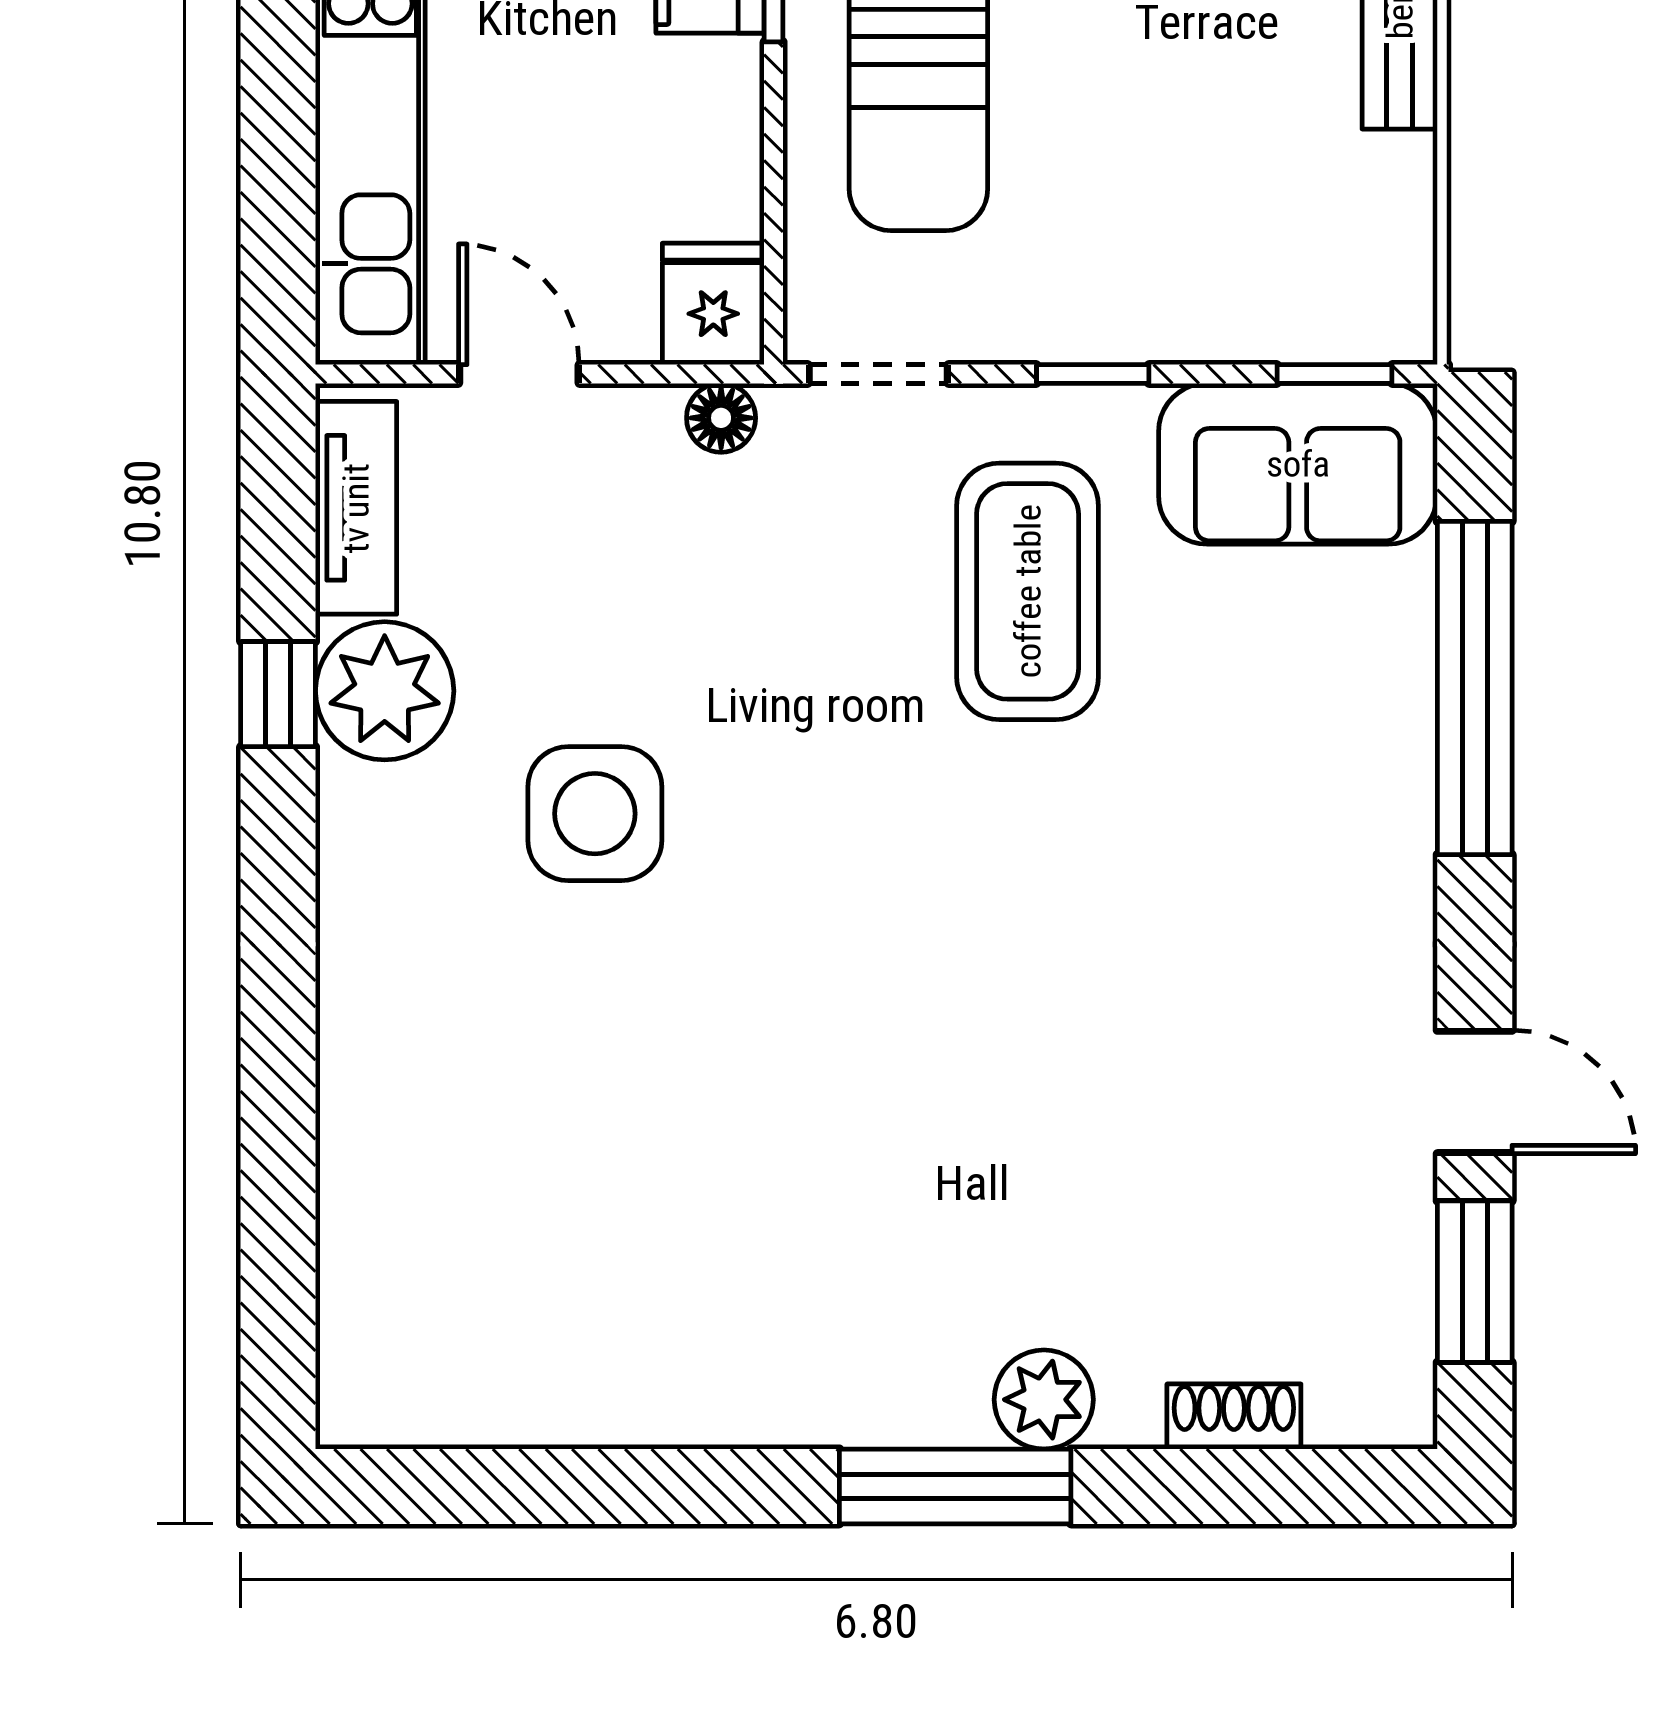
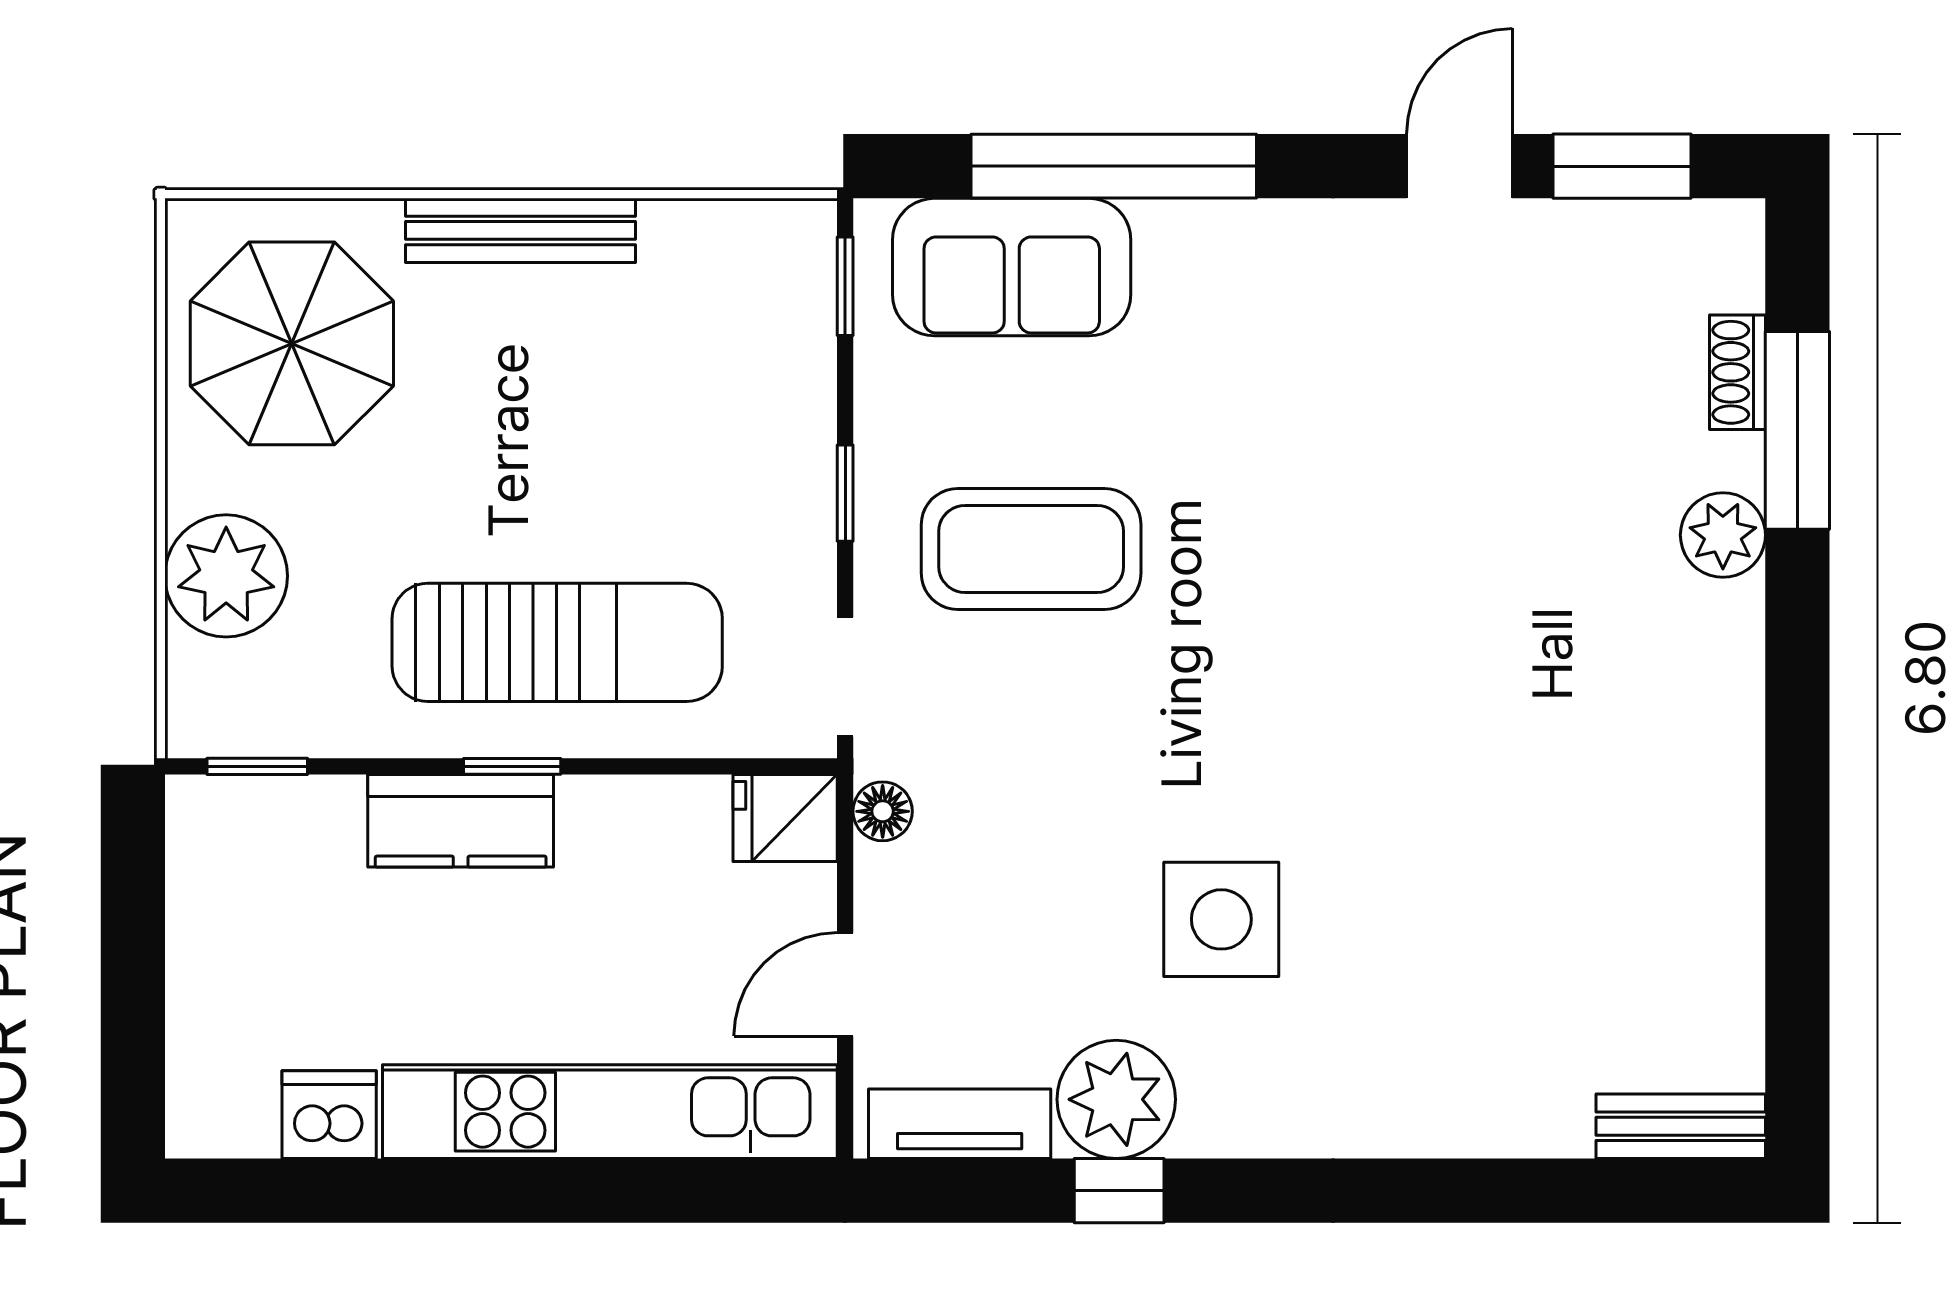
sofa: (1298, 464) -> (1012, 267), moved, turned 90
bench: (353, 1350) -> (1681, 1126), added
window: (955, 1486) -> (1797, 430), moved

